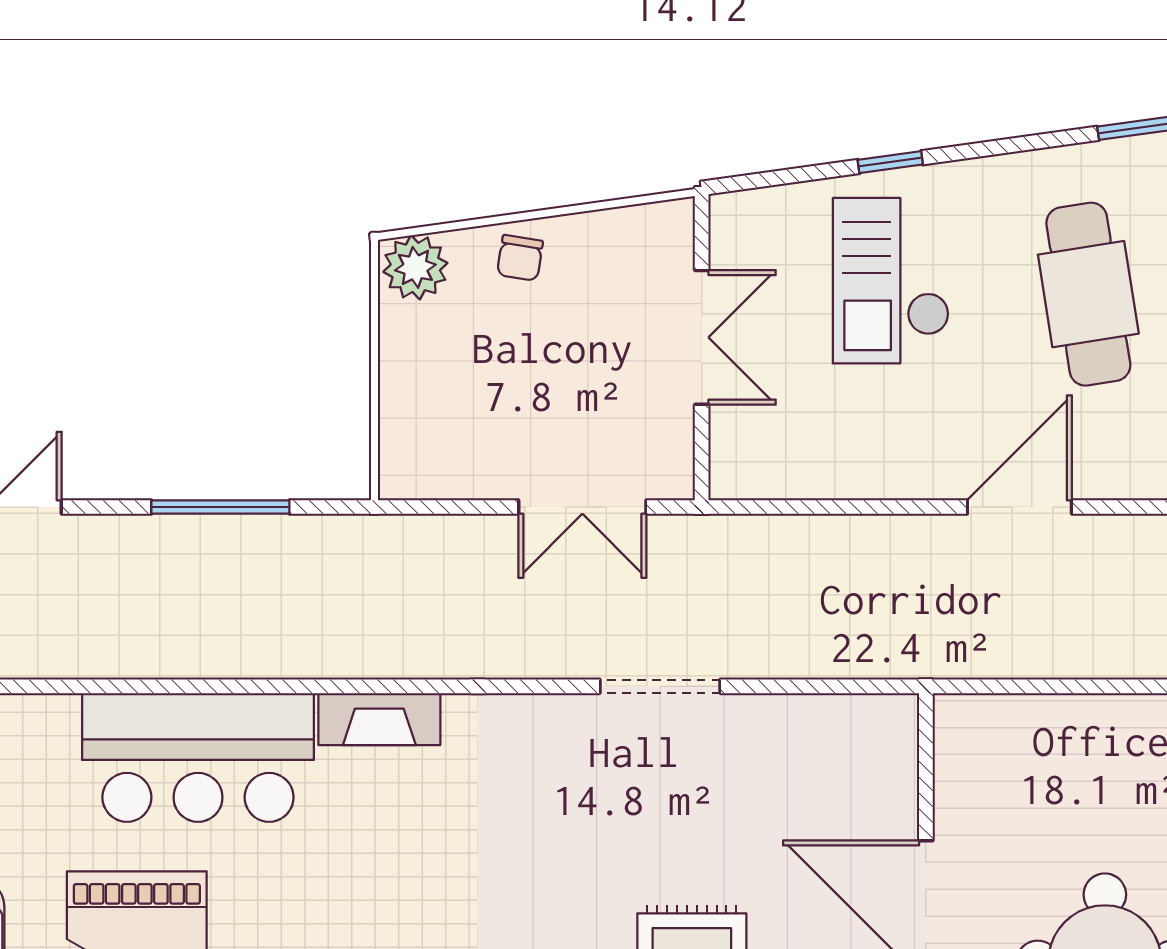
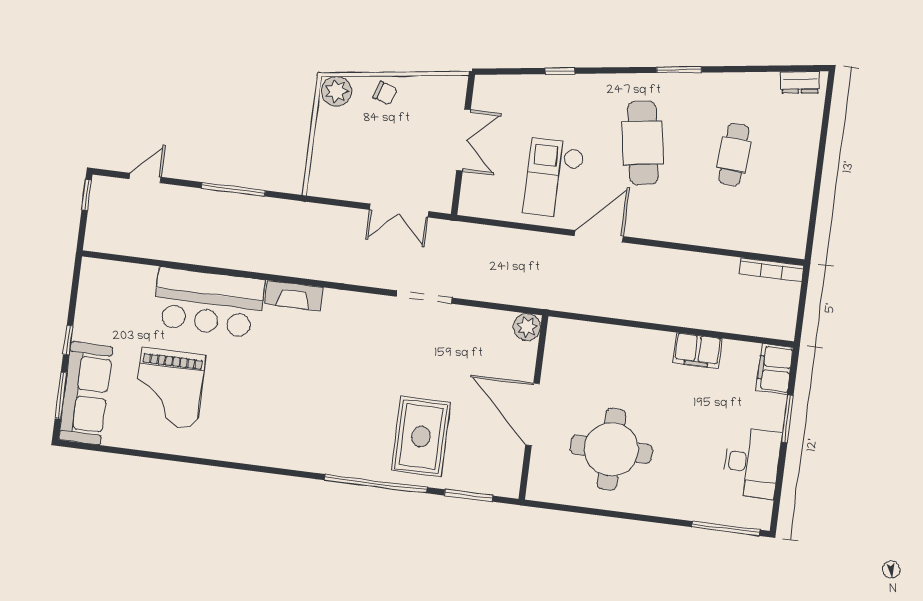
chair: (520, 258) -> (385, 93), turned -82
checkout: (891, 281) -> (554, 179), moved
plant: (890, 722) -> (527, 327), added

